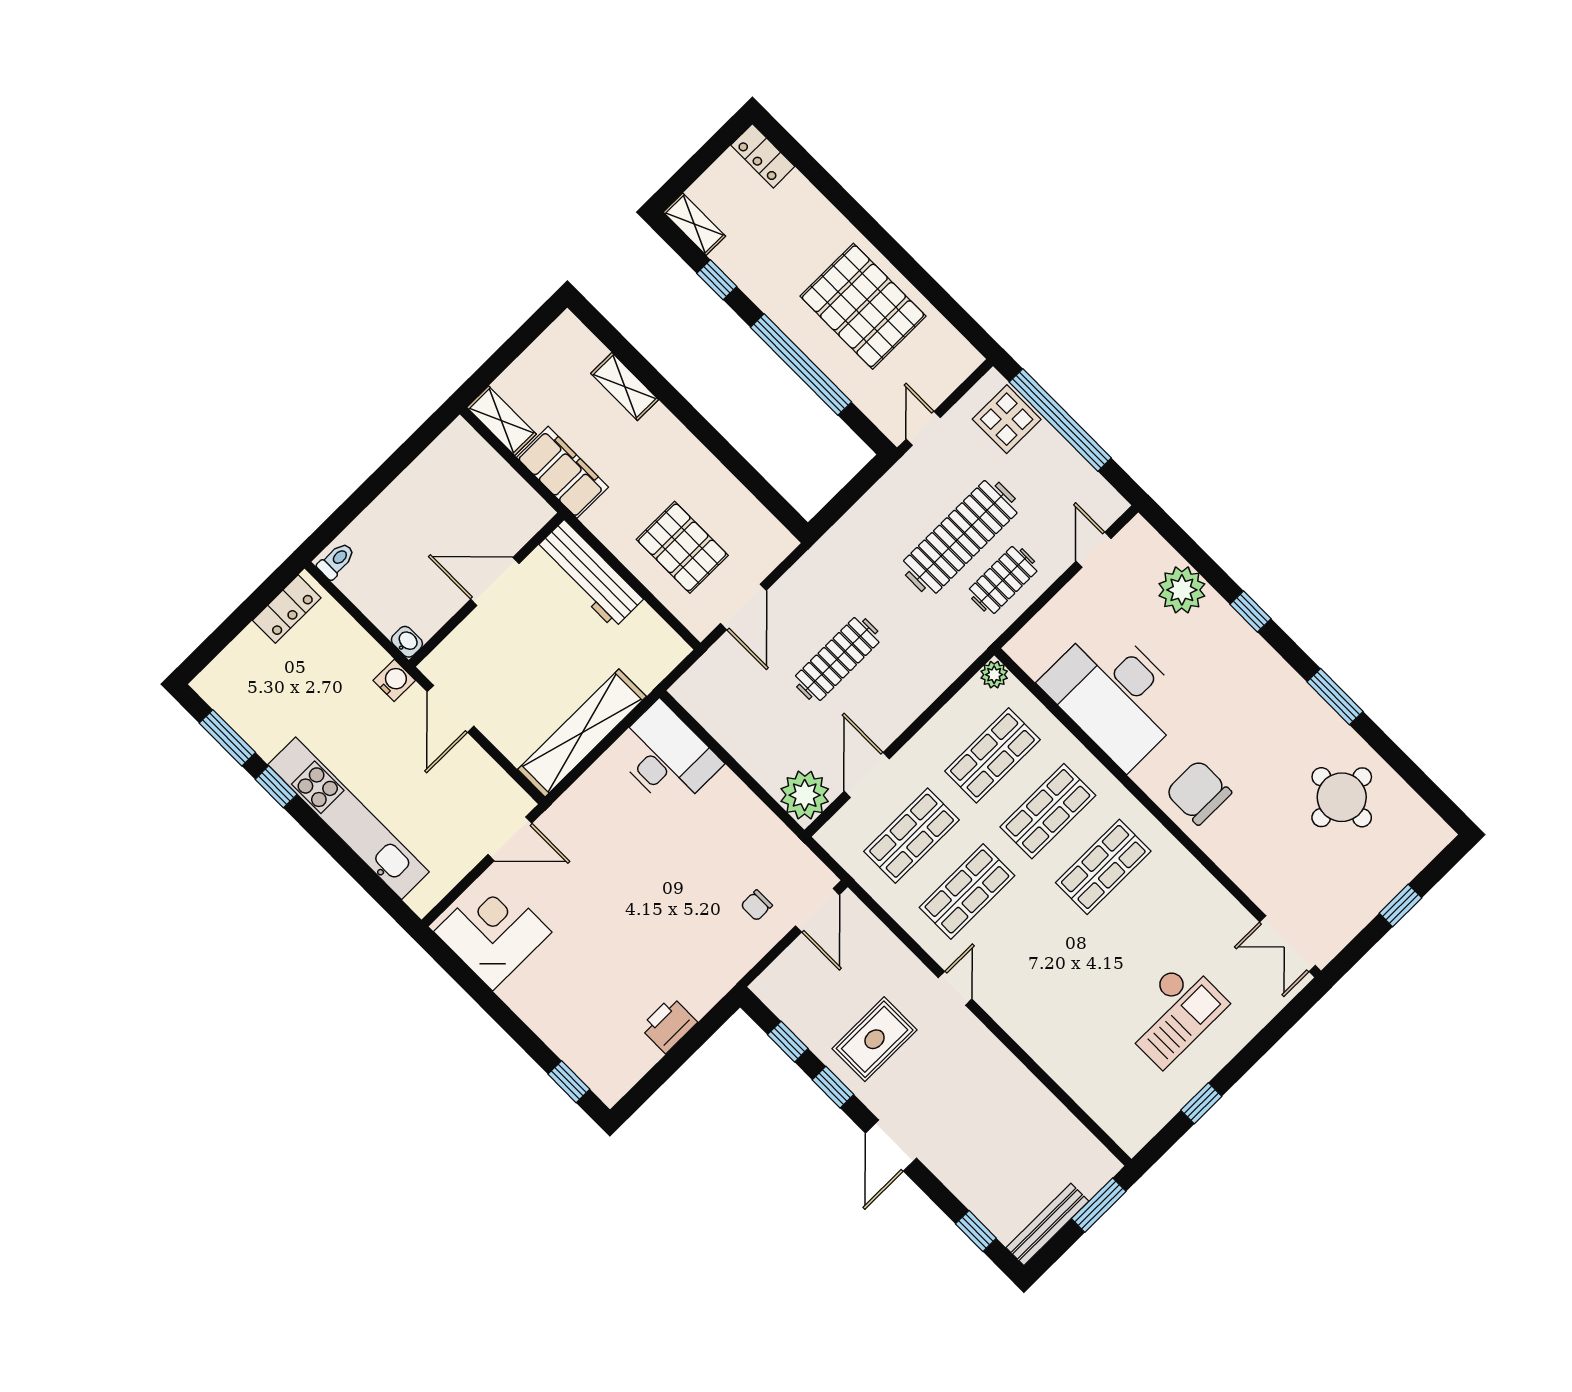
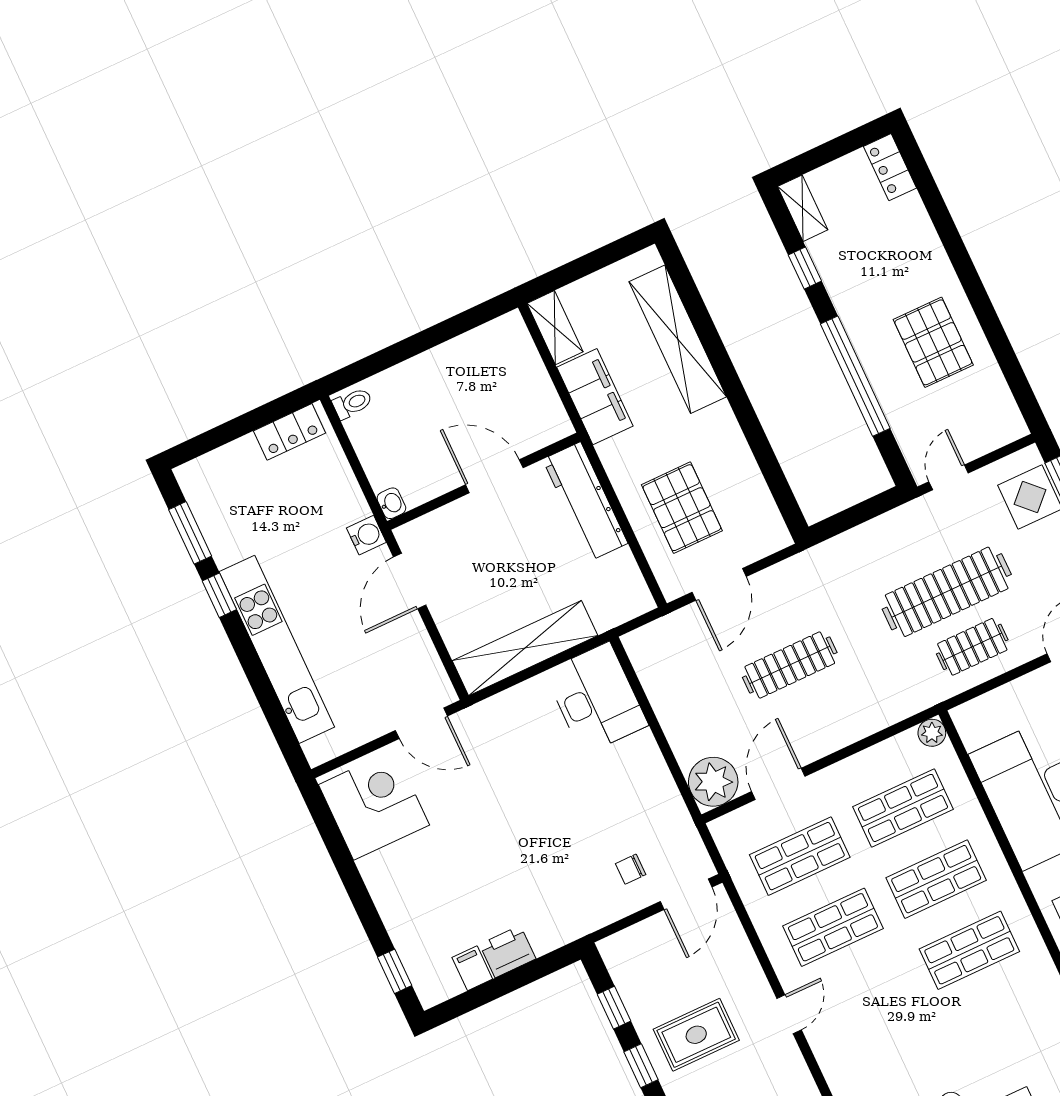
pallet: (863, 306) -> (933, 342), width x0.73, depth x0.71
shelving: (625, 387) -> (678, 339), width x2.20, depth x1.33
filing cabinet: (641, 1053) -> (472, 968), added

